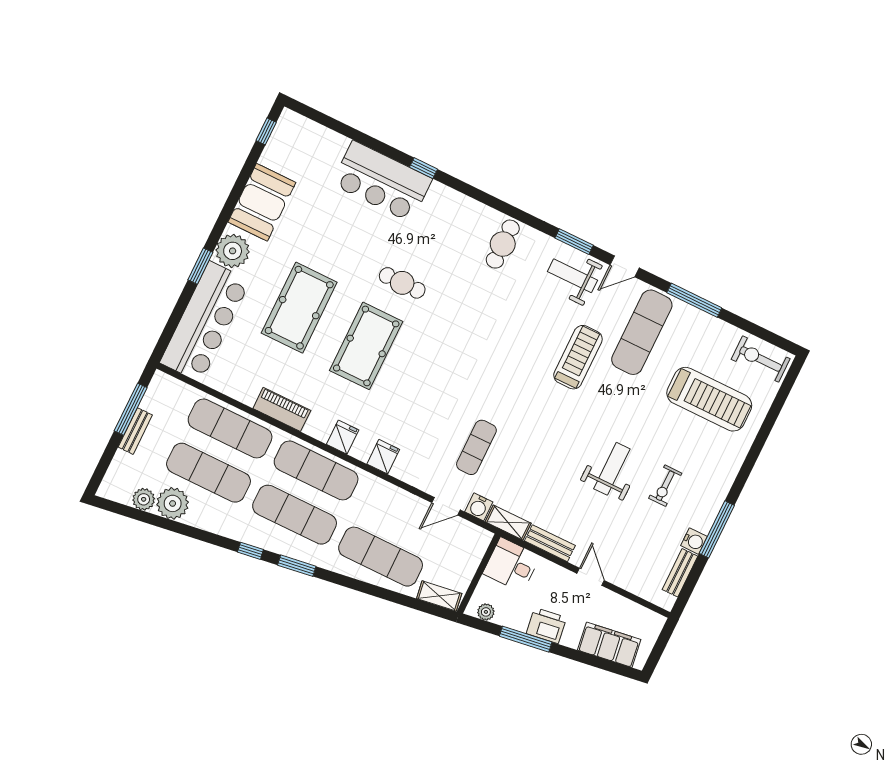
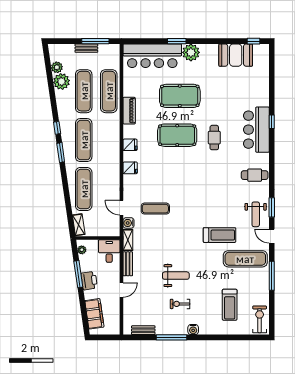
bar counter: (382, 181) -> (256, 130), moved
booth: (262, 202) -> (236, 55), moved
weight bench: (572, 276) -> (256, 214), turned 180
treadmill: (709, 399) -> (230, 305), width x0.73, depth x0.73
exercise mat: (316, 470) -> (109, 140), removed
water cooler: (694, 541) -> (193, 330), moved

